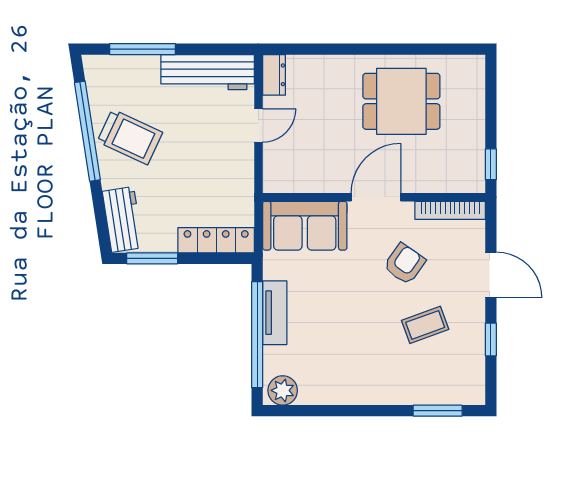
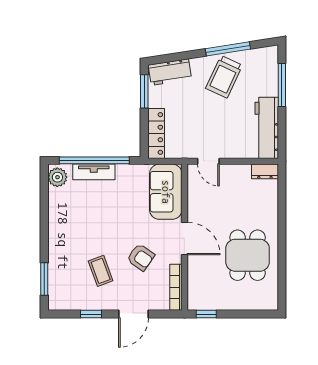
door: (258, 126) -> (208, 161), moved
window: (87, 131) -> (228, 49), width x0.68
tv unit: (275, 313) -> (94, 172), moved

